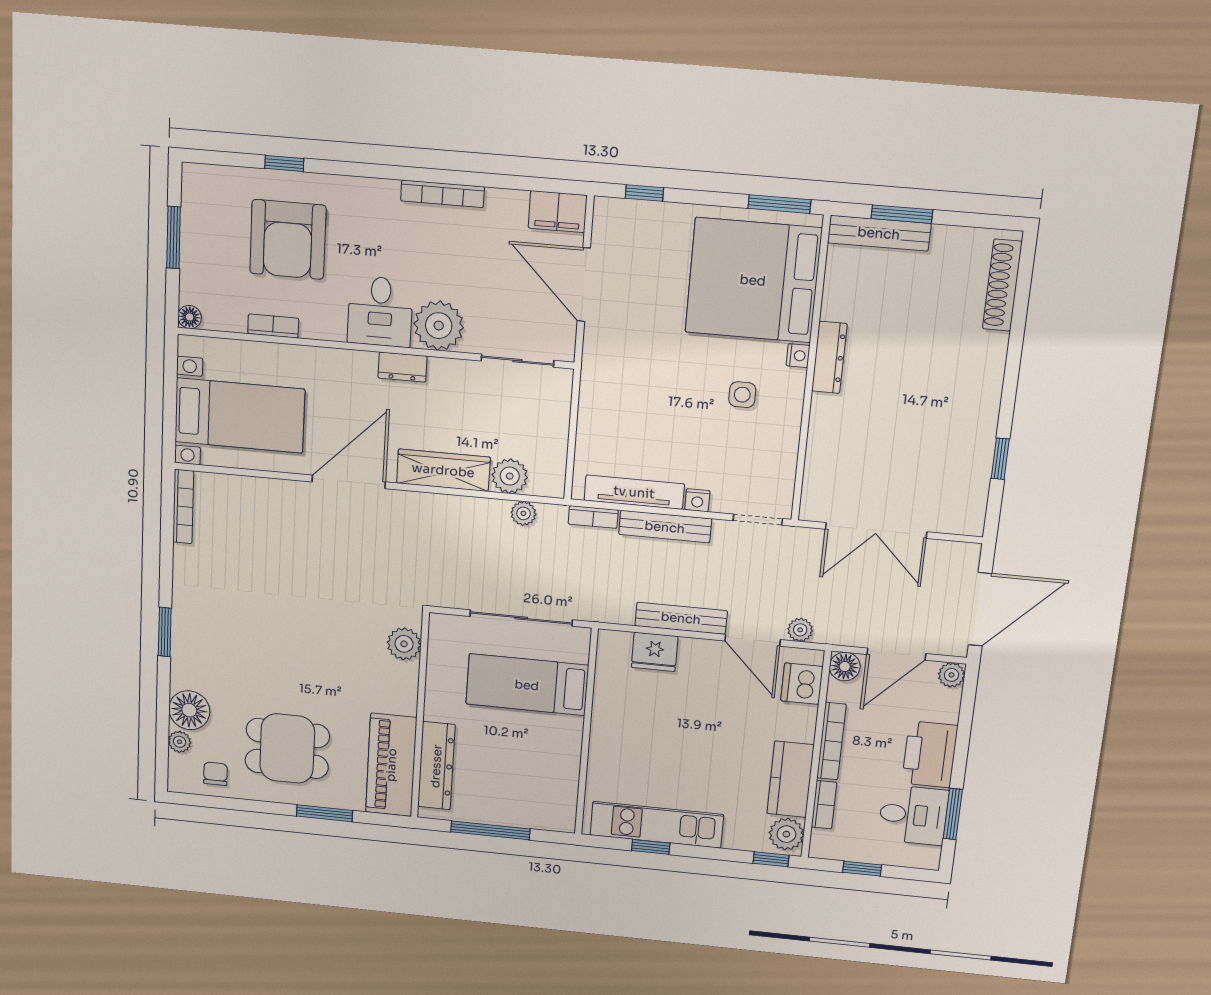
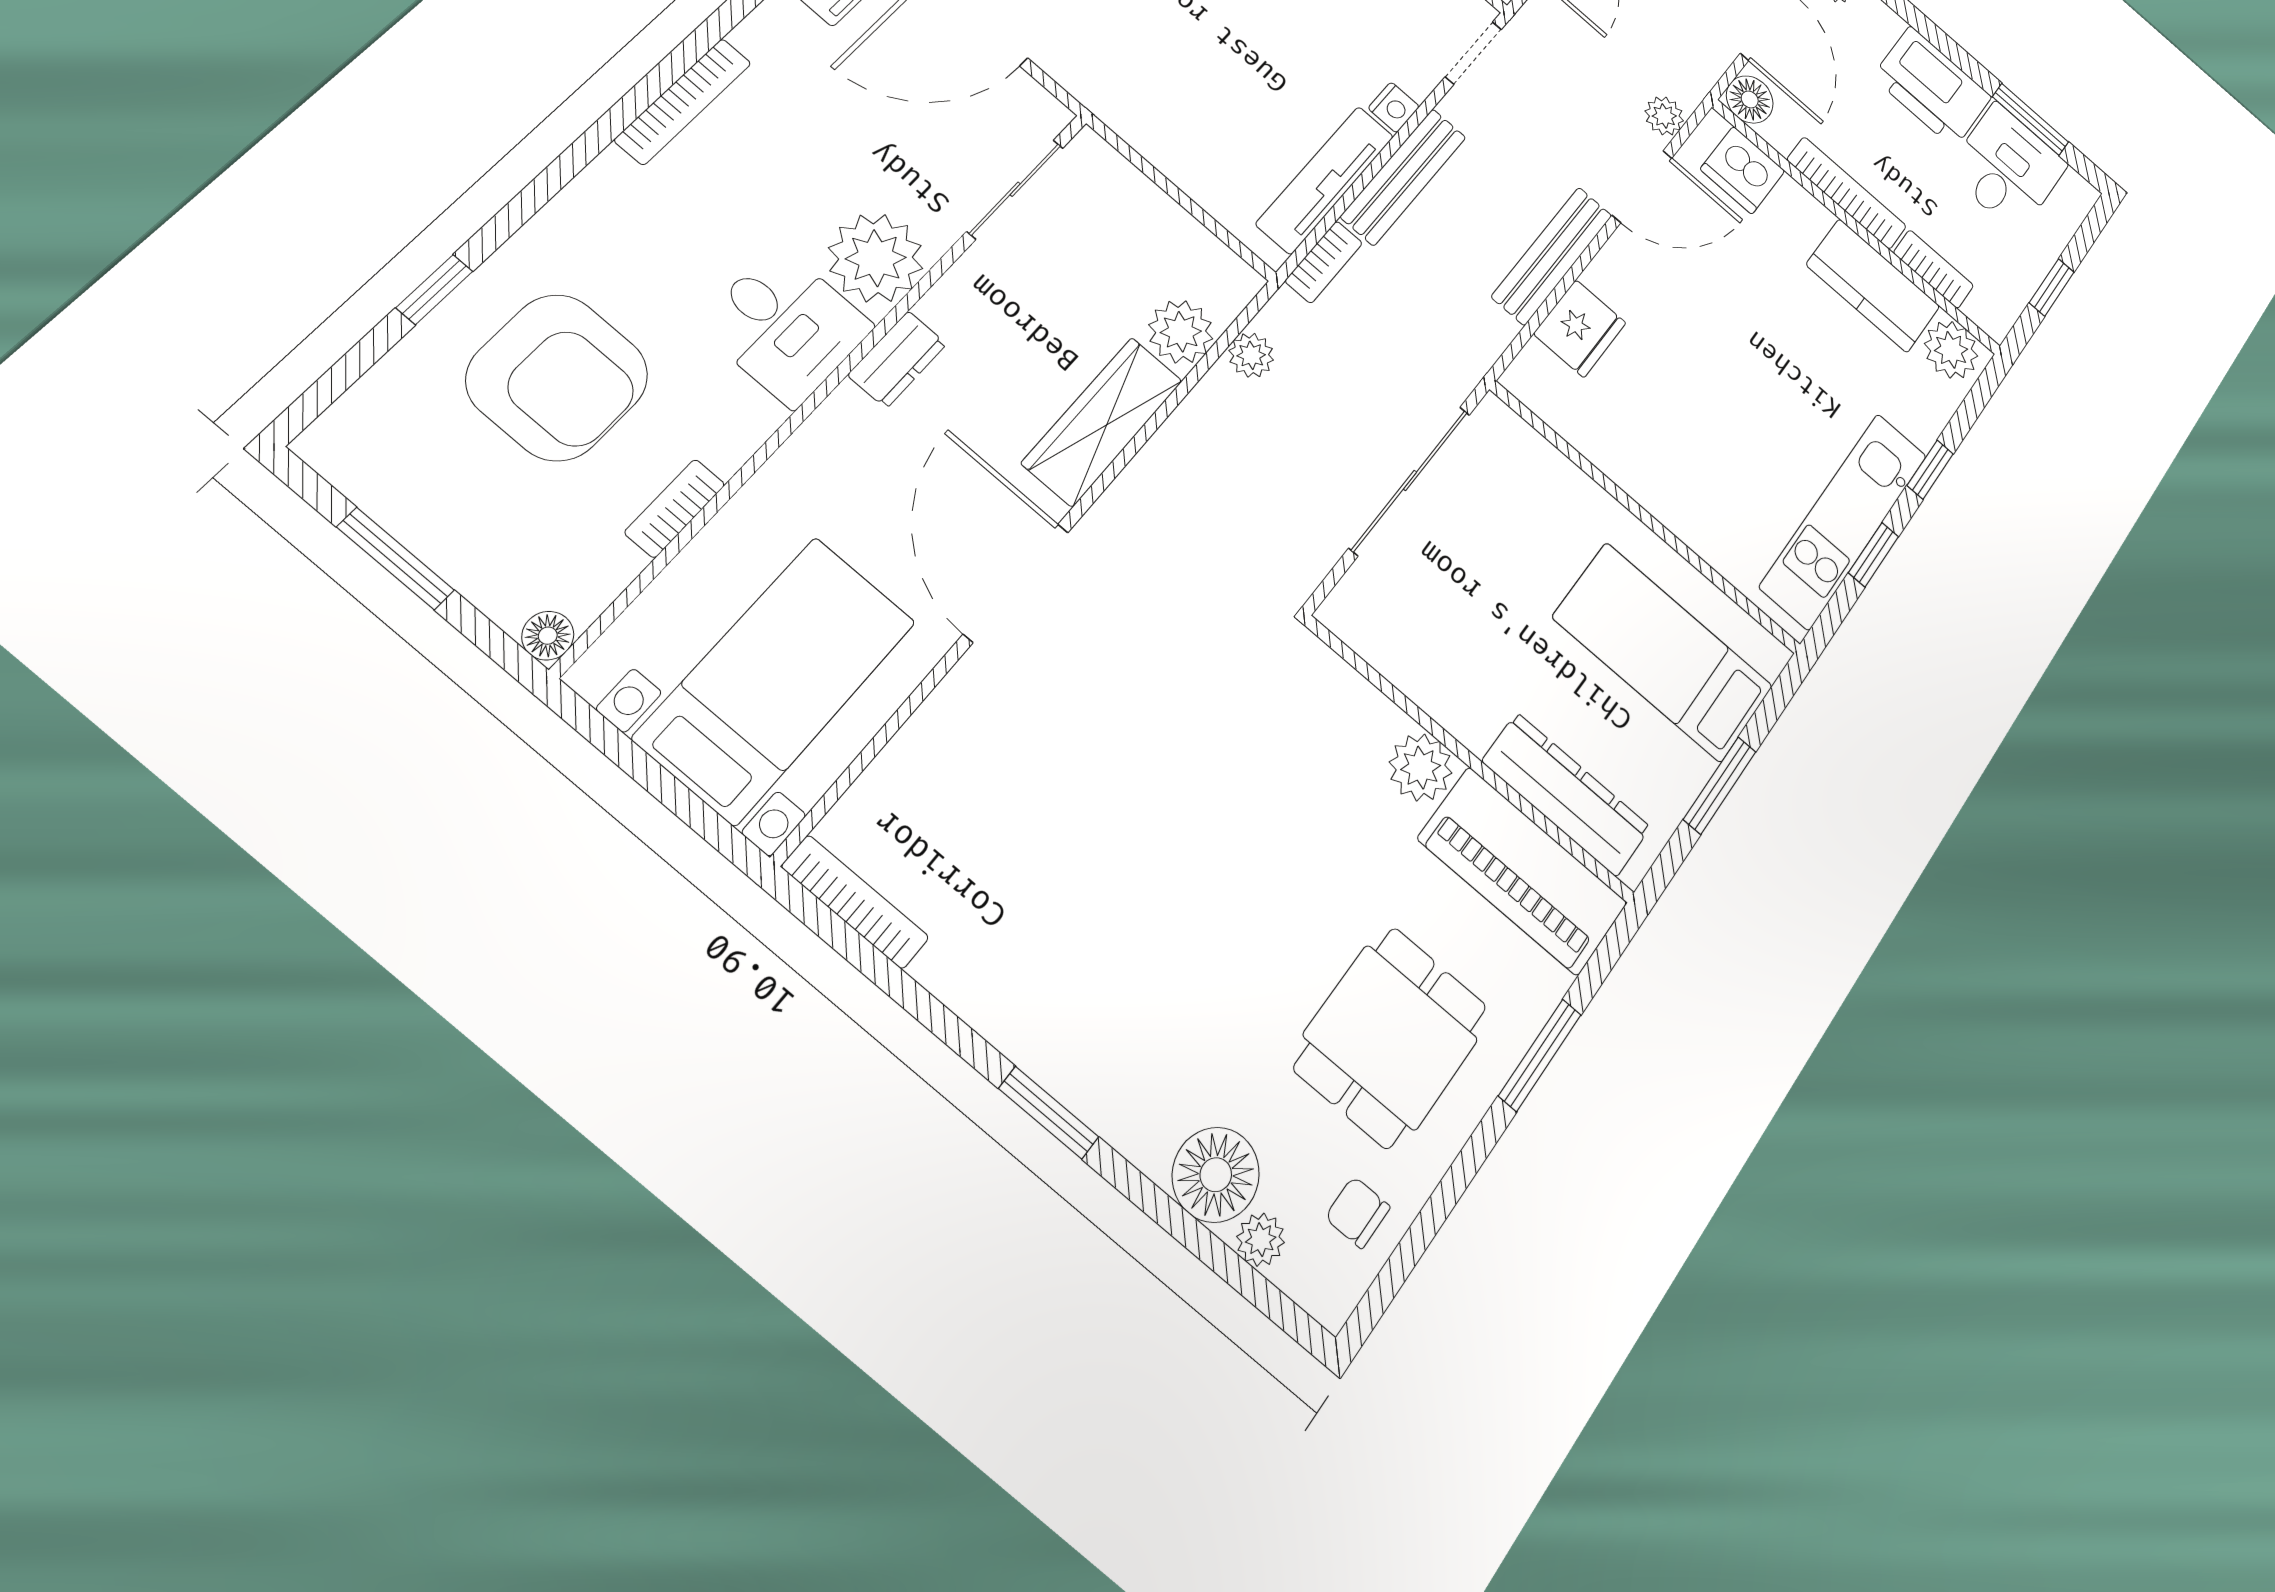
plant: (404, 644) -> (1421, 768), moved
bed: (527, 685) -> (1663, 652), moved, turned 90
window: (490, 830) -> (1720, 785), width x0.69
window: (771, 859) -> (1930, 470), moved

